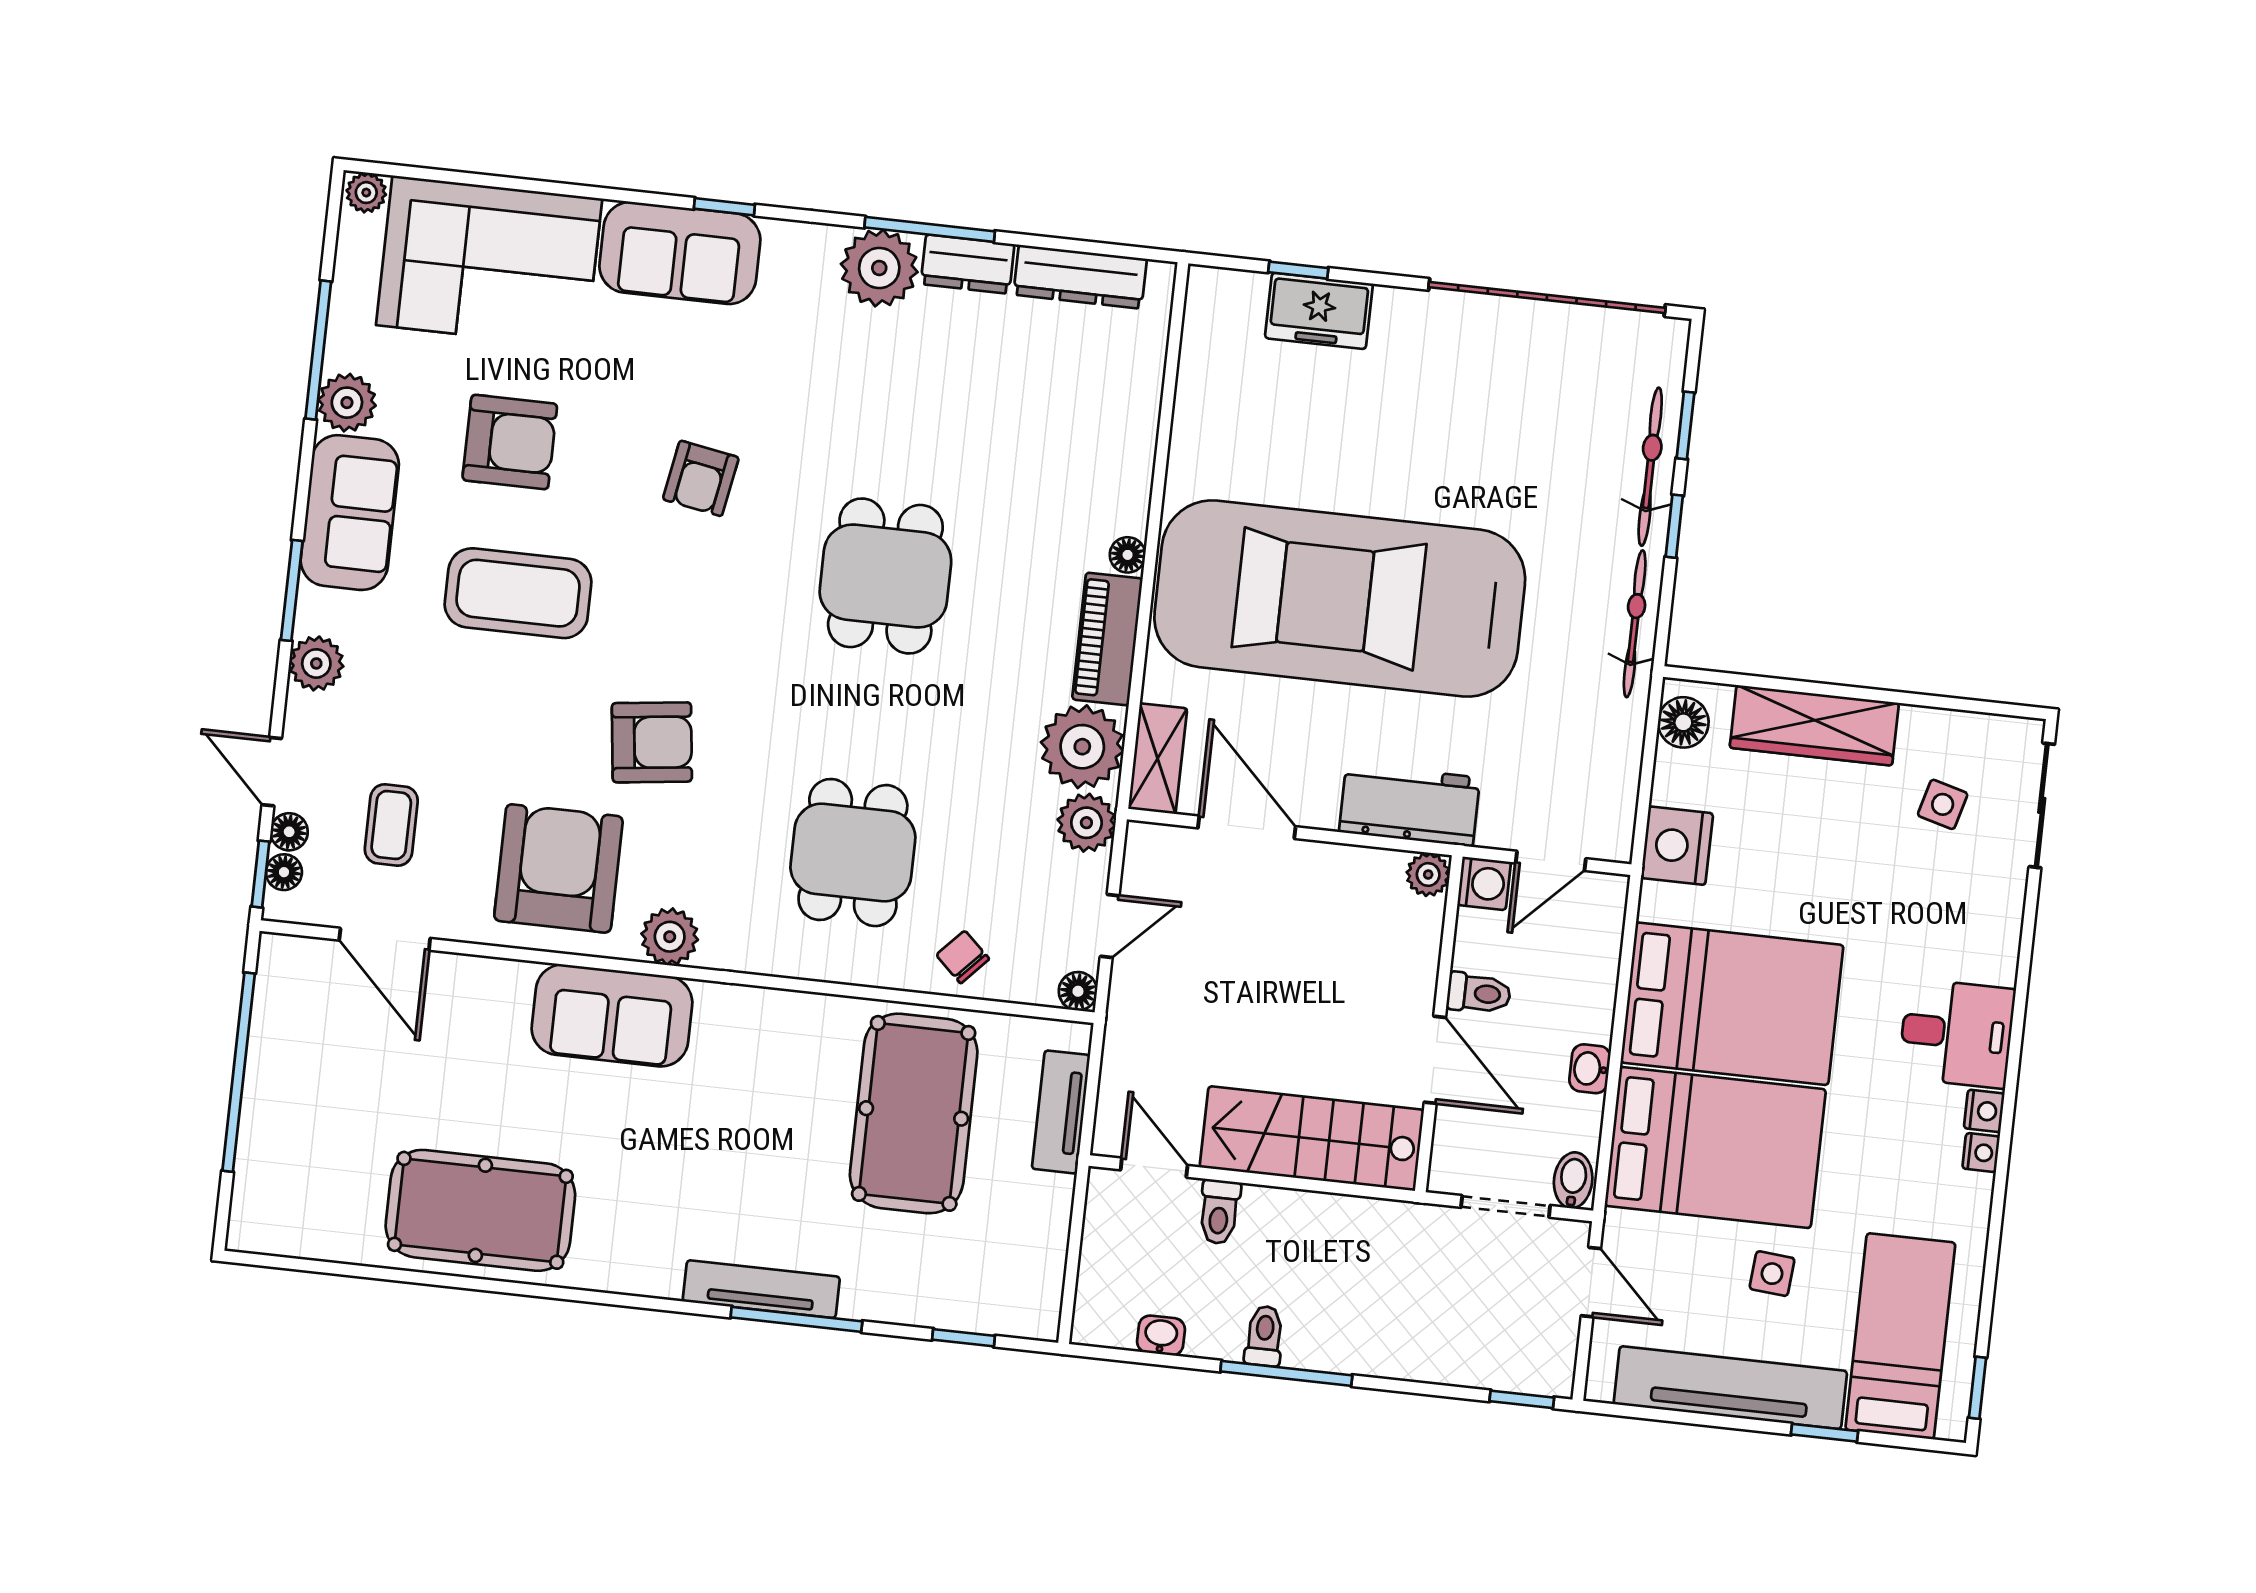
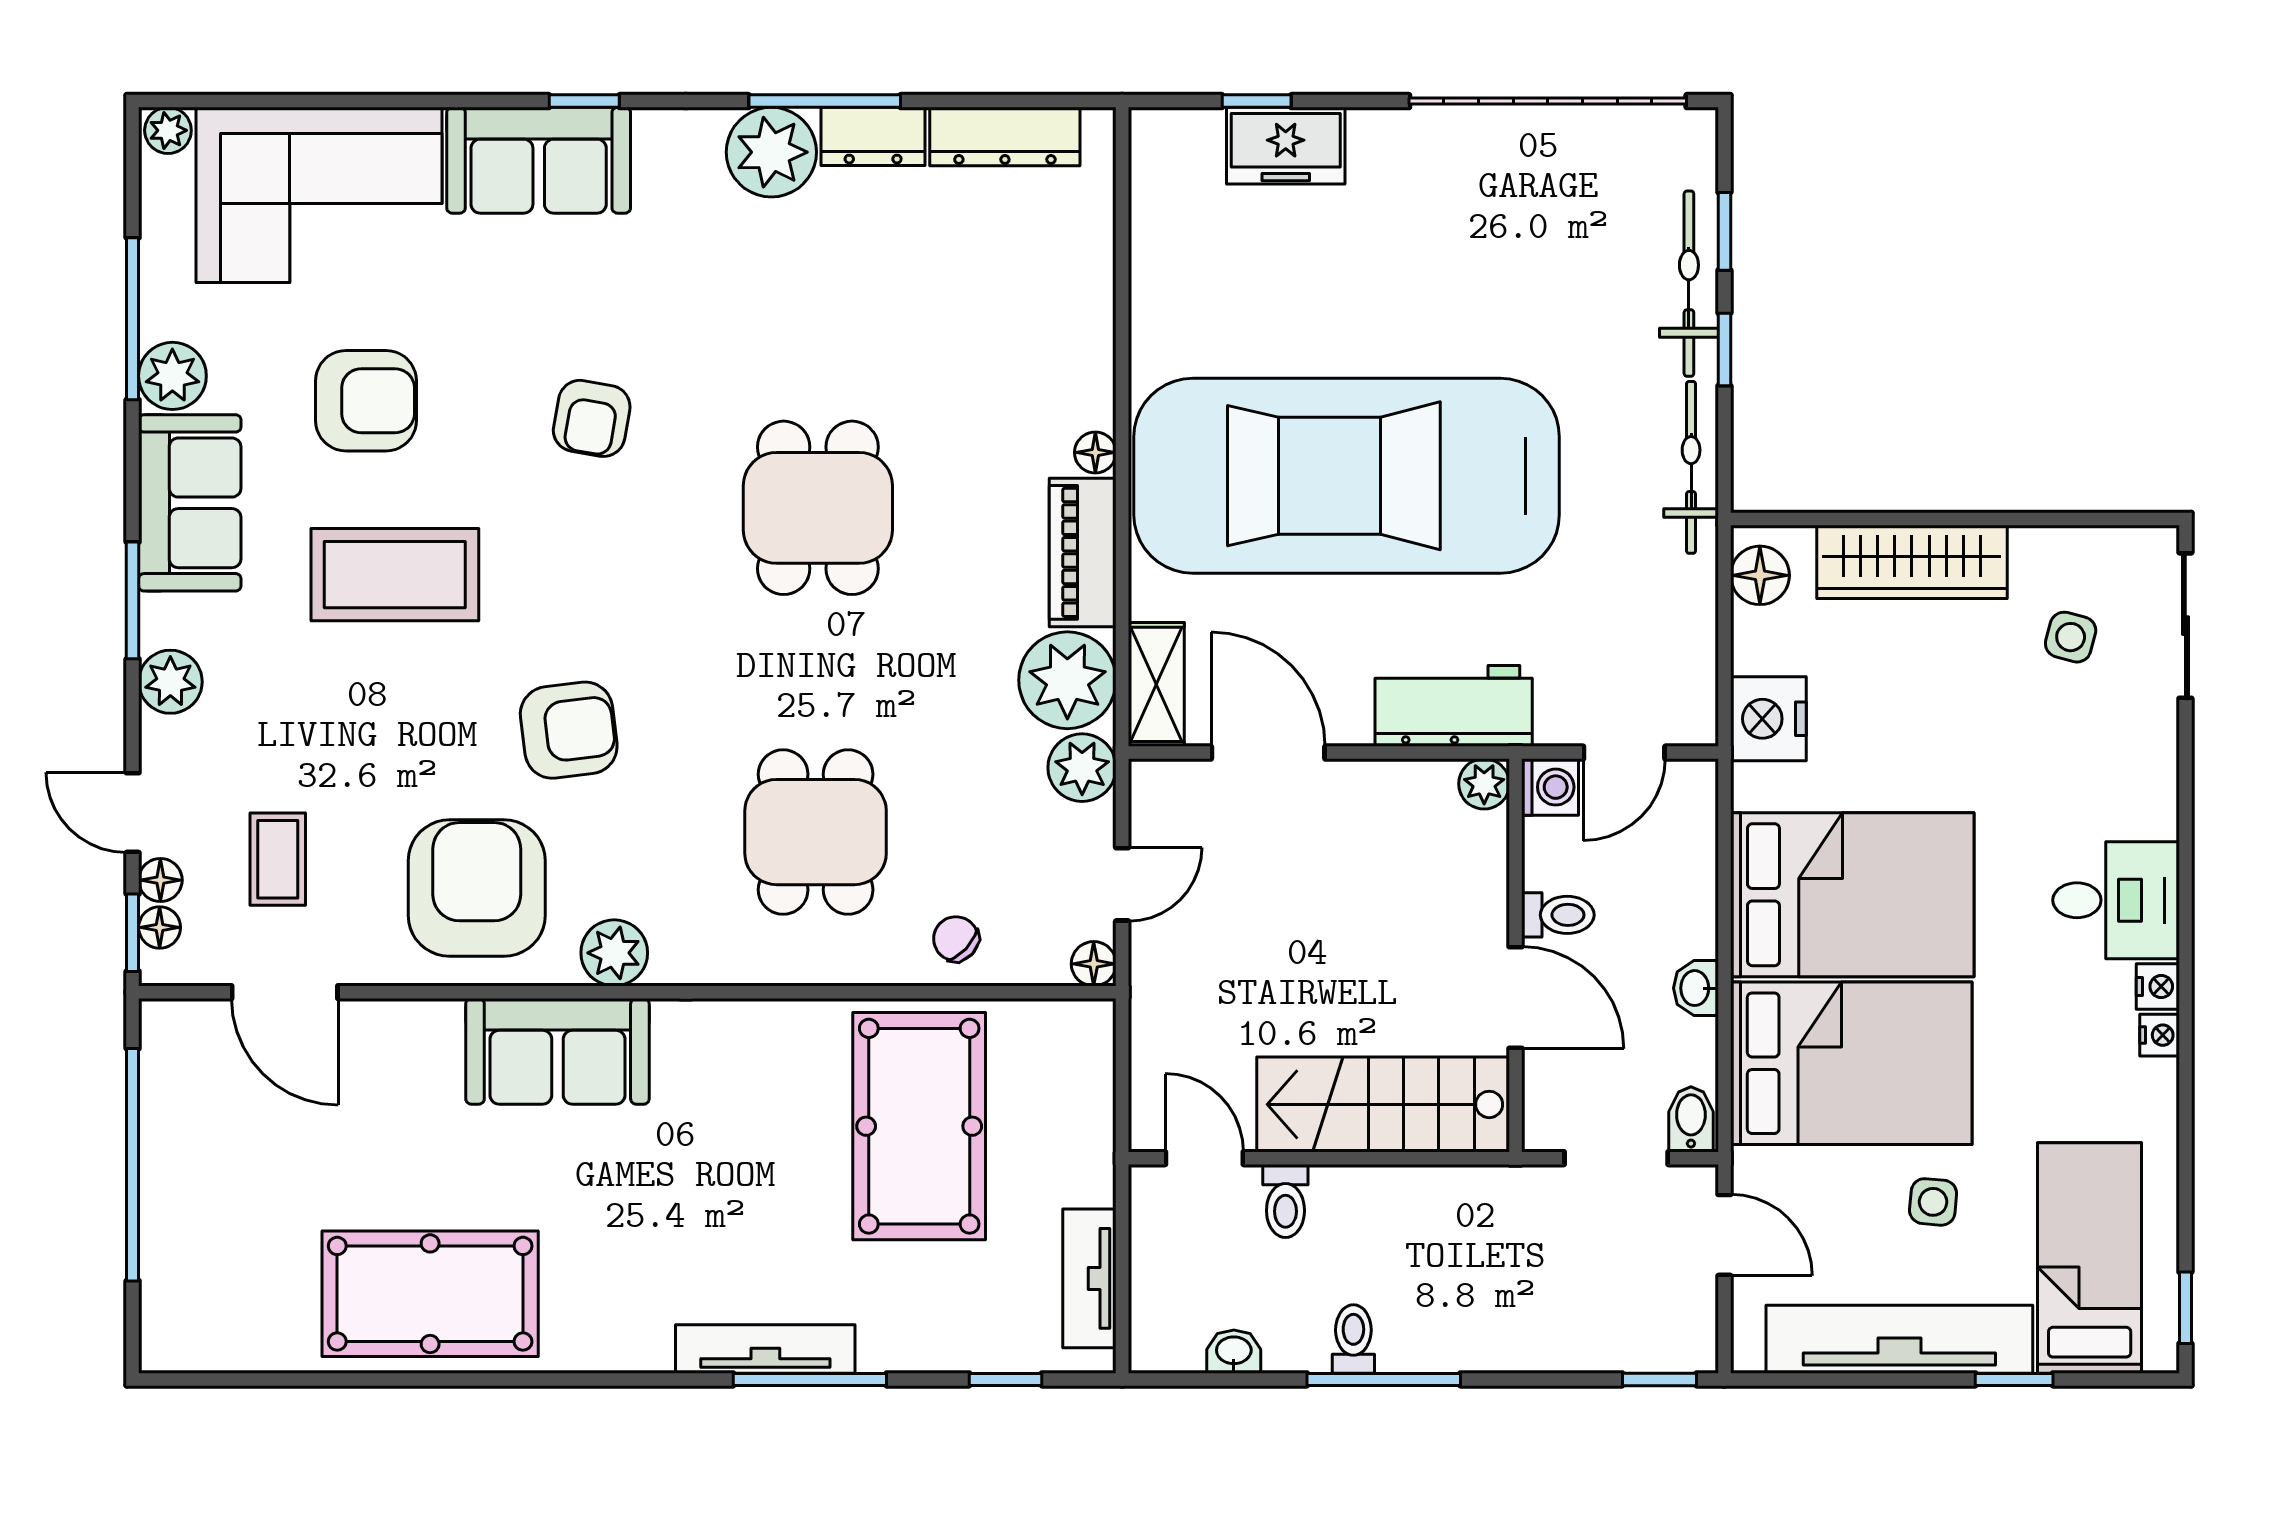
tv unit: (1061, 1112) -> (1089, 1278), moved

